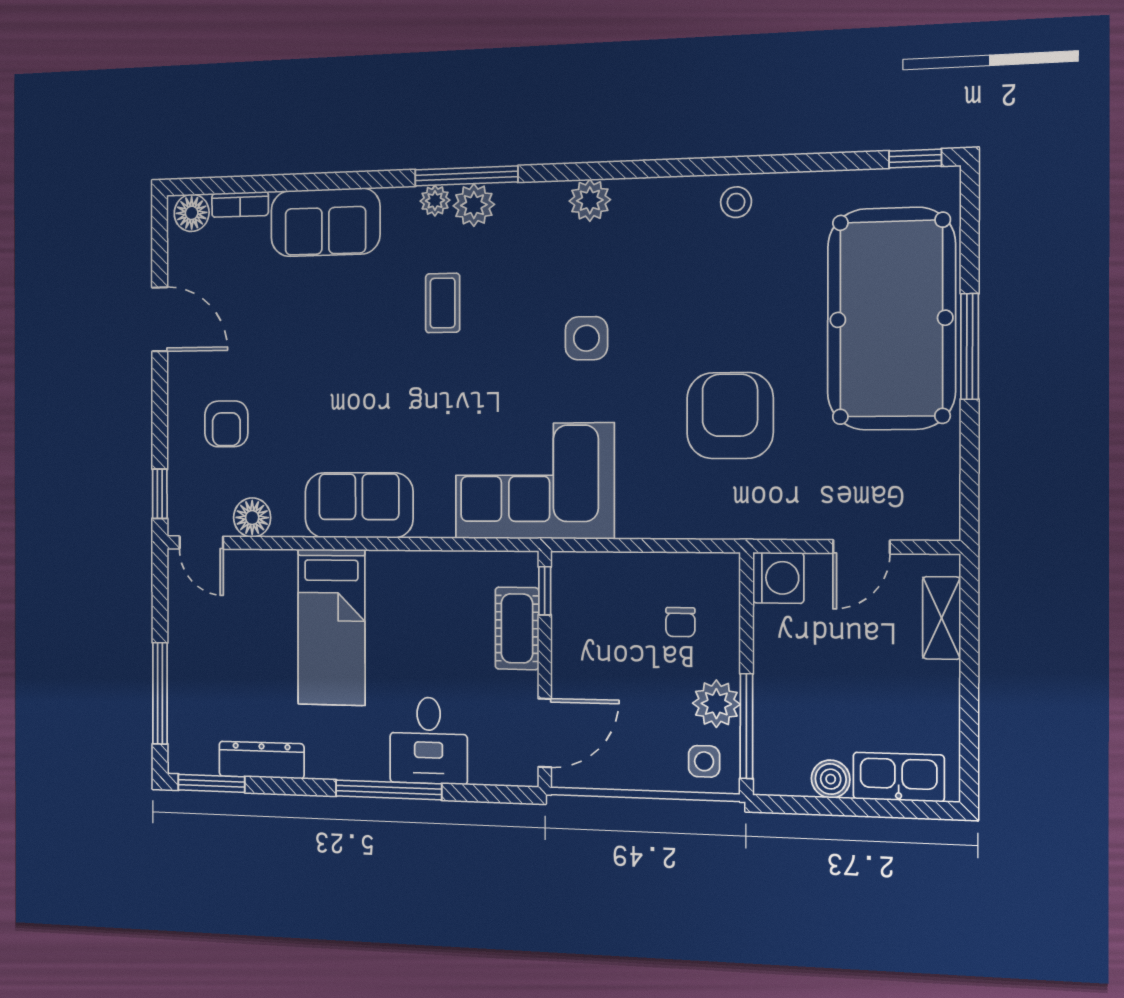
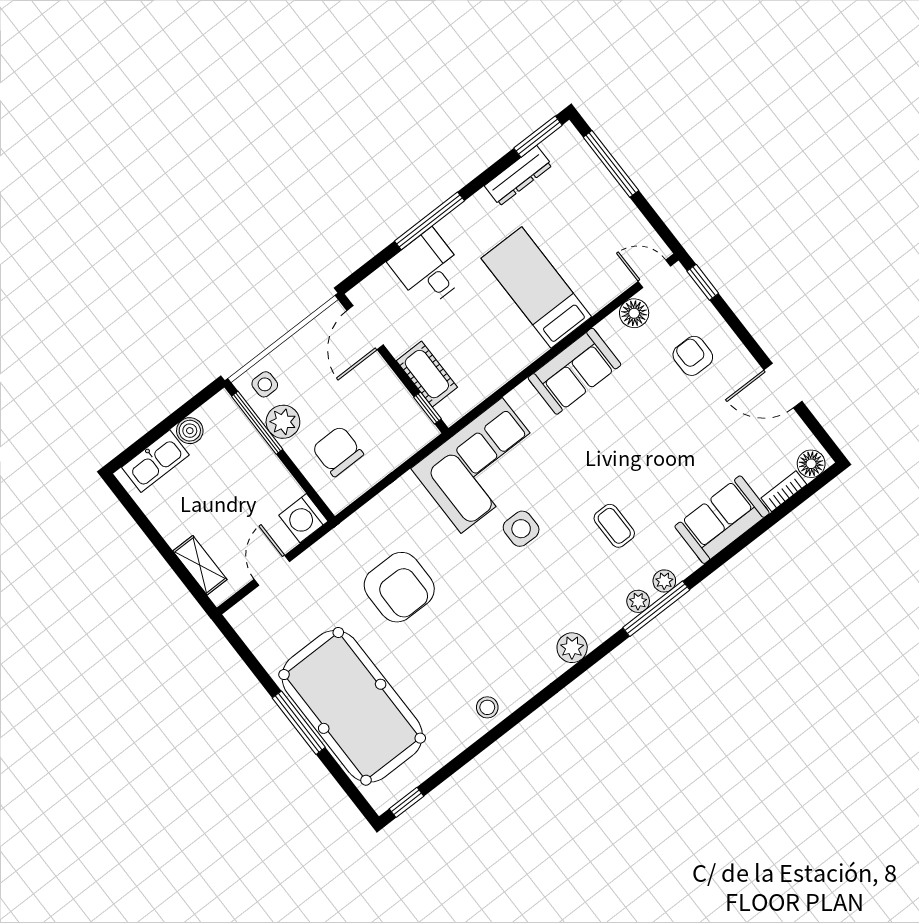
plant: (474, 205) -> (638, 601), width x0.73, depth x0.73
side table: (586, 338) -> (521, 529), moved
chair: (680, 622) -> (338, 451), width x1.87, depth x1.87

